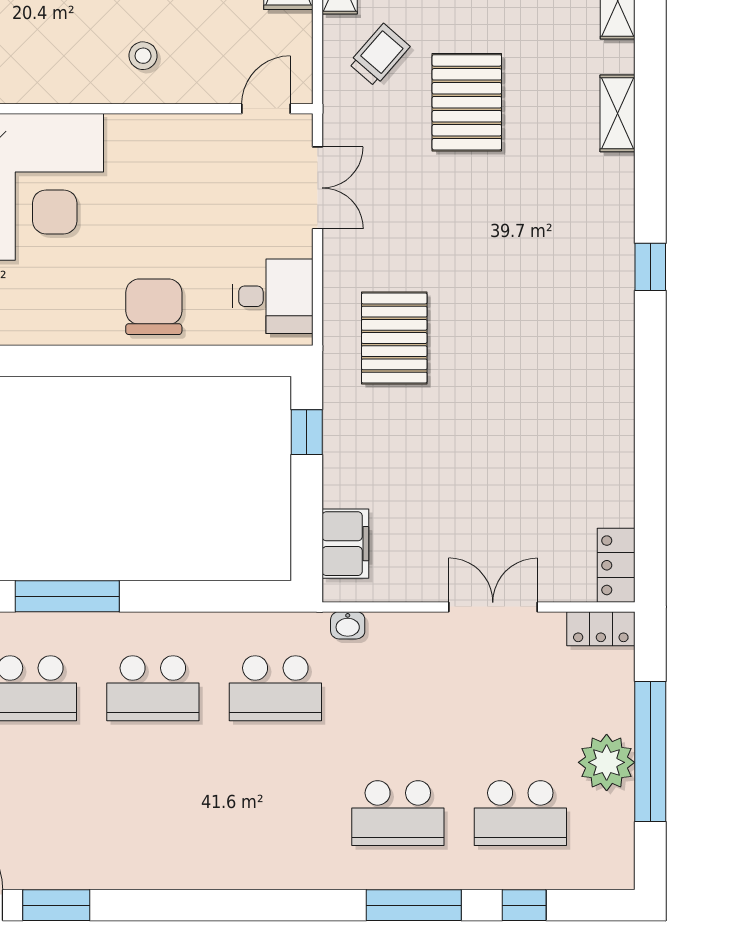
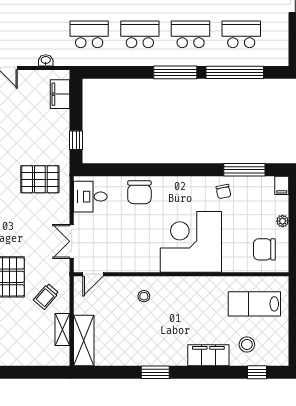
pallet: (394, 338) -> (40, 179), turned 90
washbasin: (348, 625) -> (46, 60), moved

